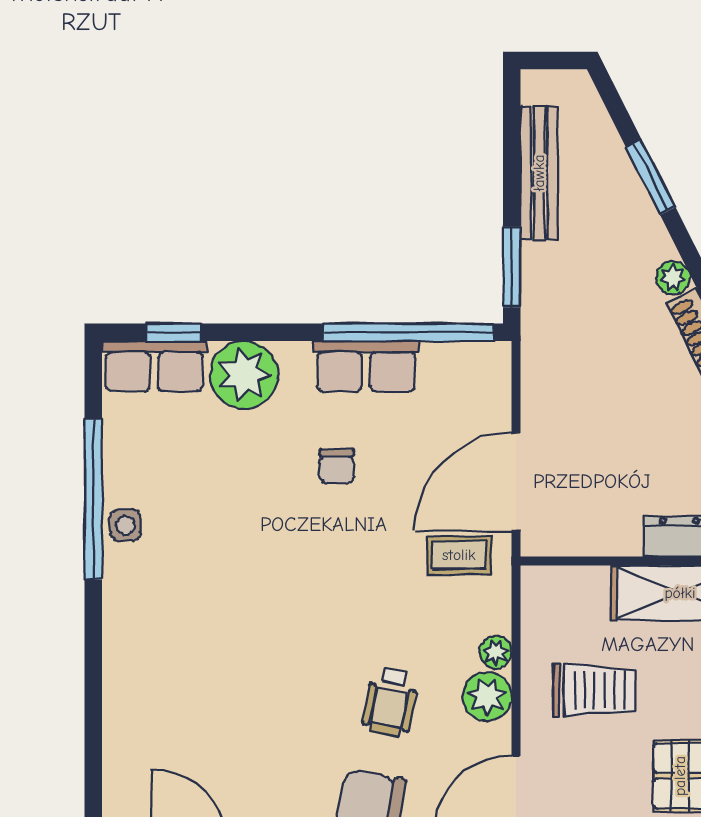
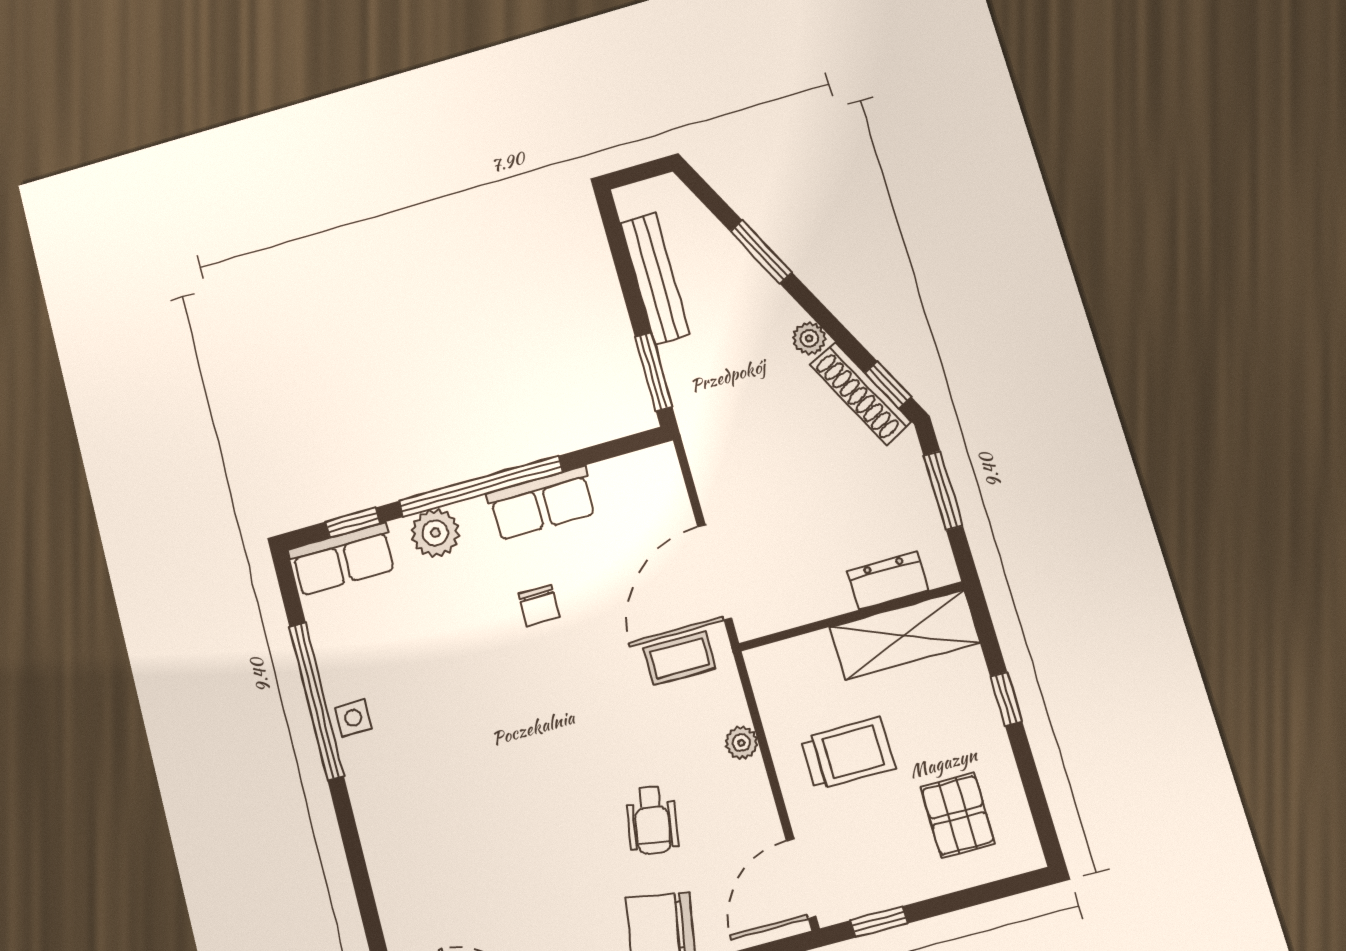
window: (409, 332) -> (481, 486), moved
plant: (244, 375) -> (435, 533), width x0.73, depth x0.73
plant: (487, 696) -> (745, 788), removed

